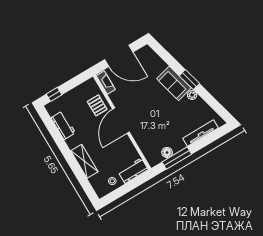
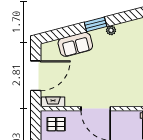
sofa: (174, 83) -> (75, 44), moved
pallet: (97, 105) -> (56, 124), moved

